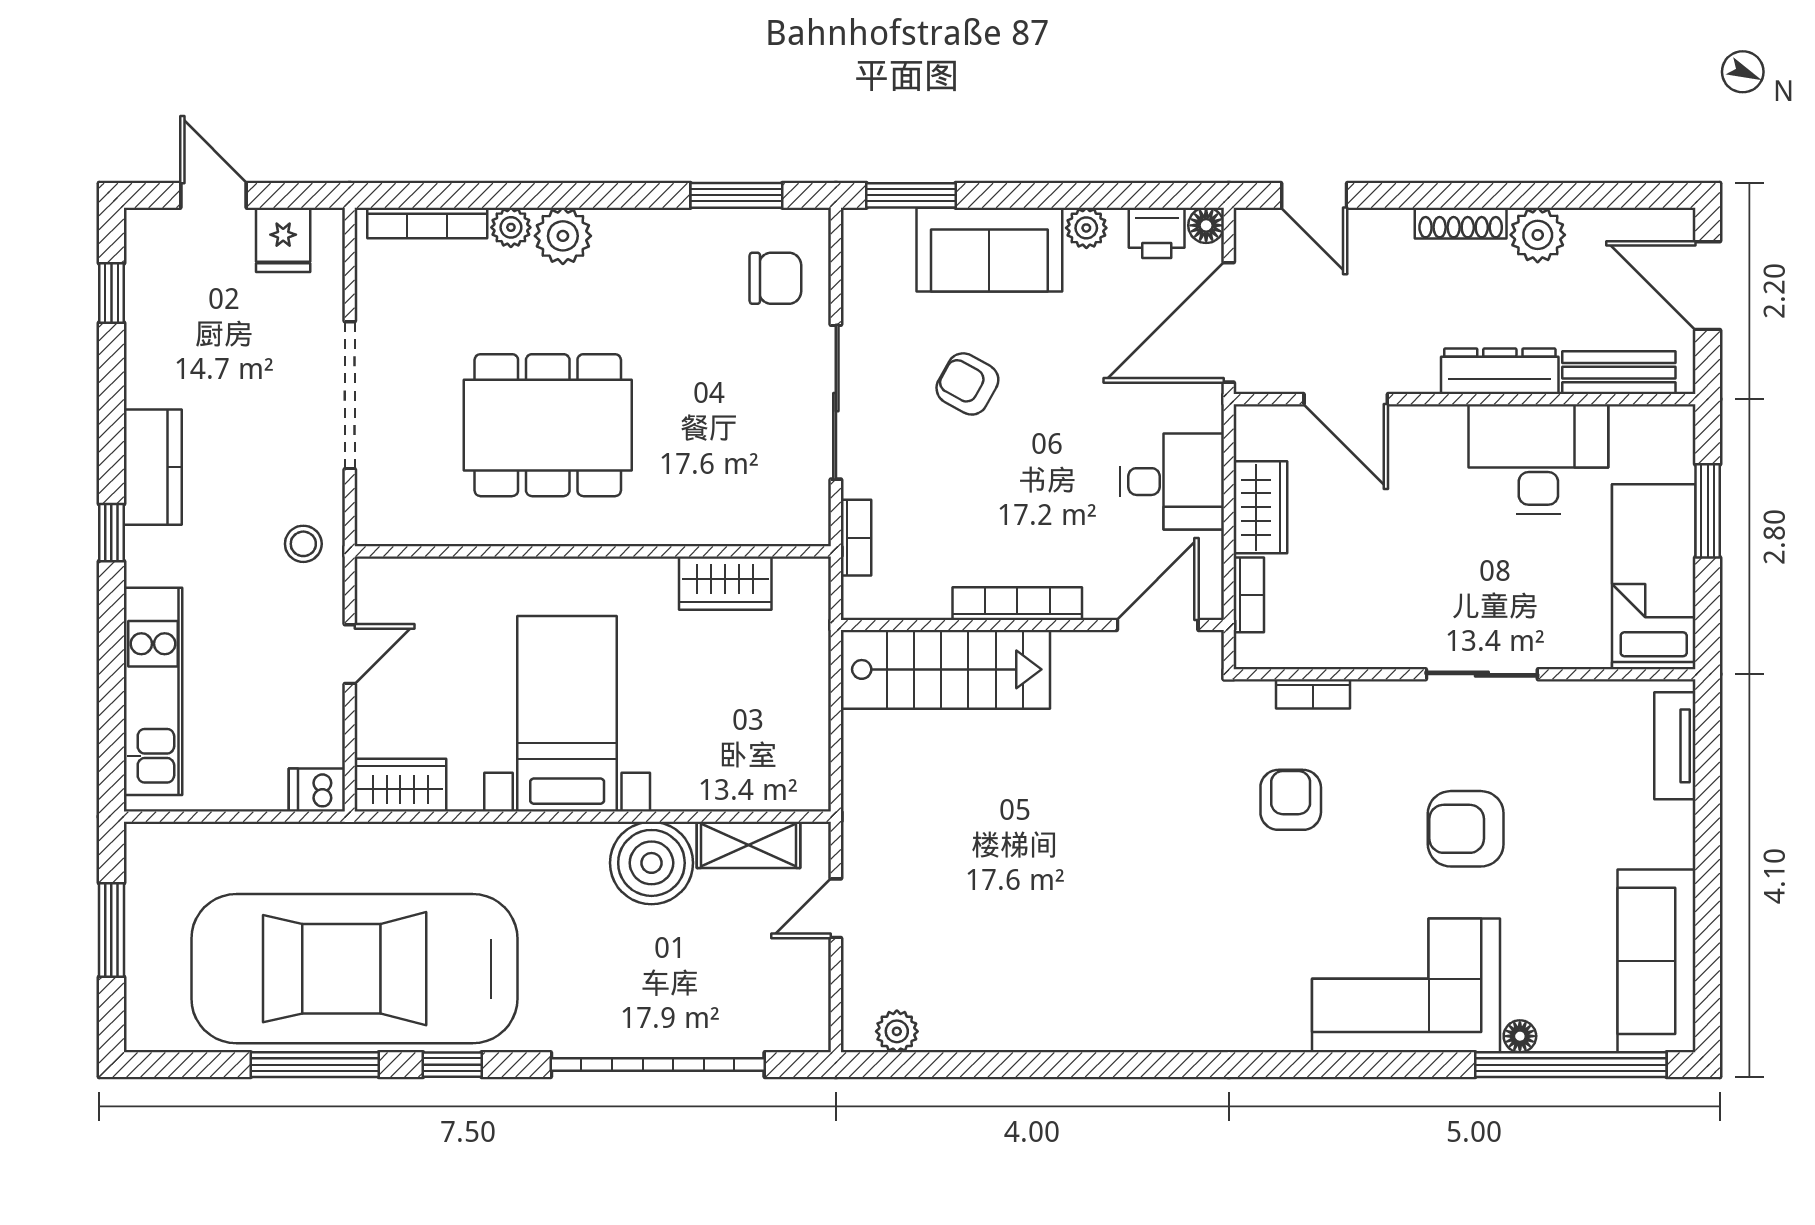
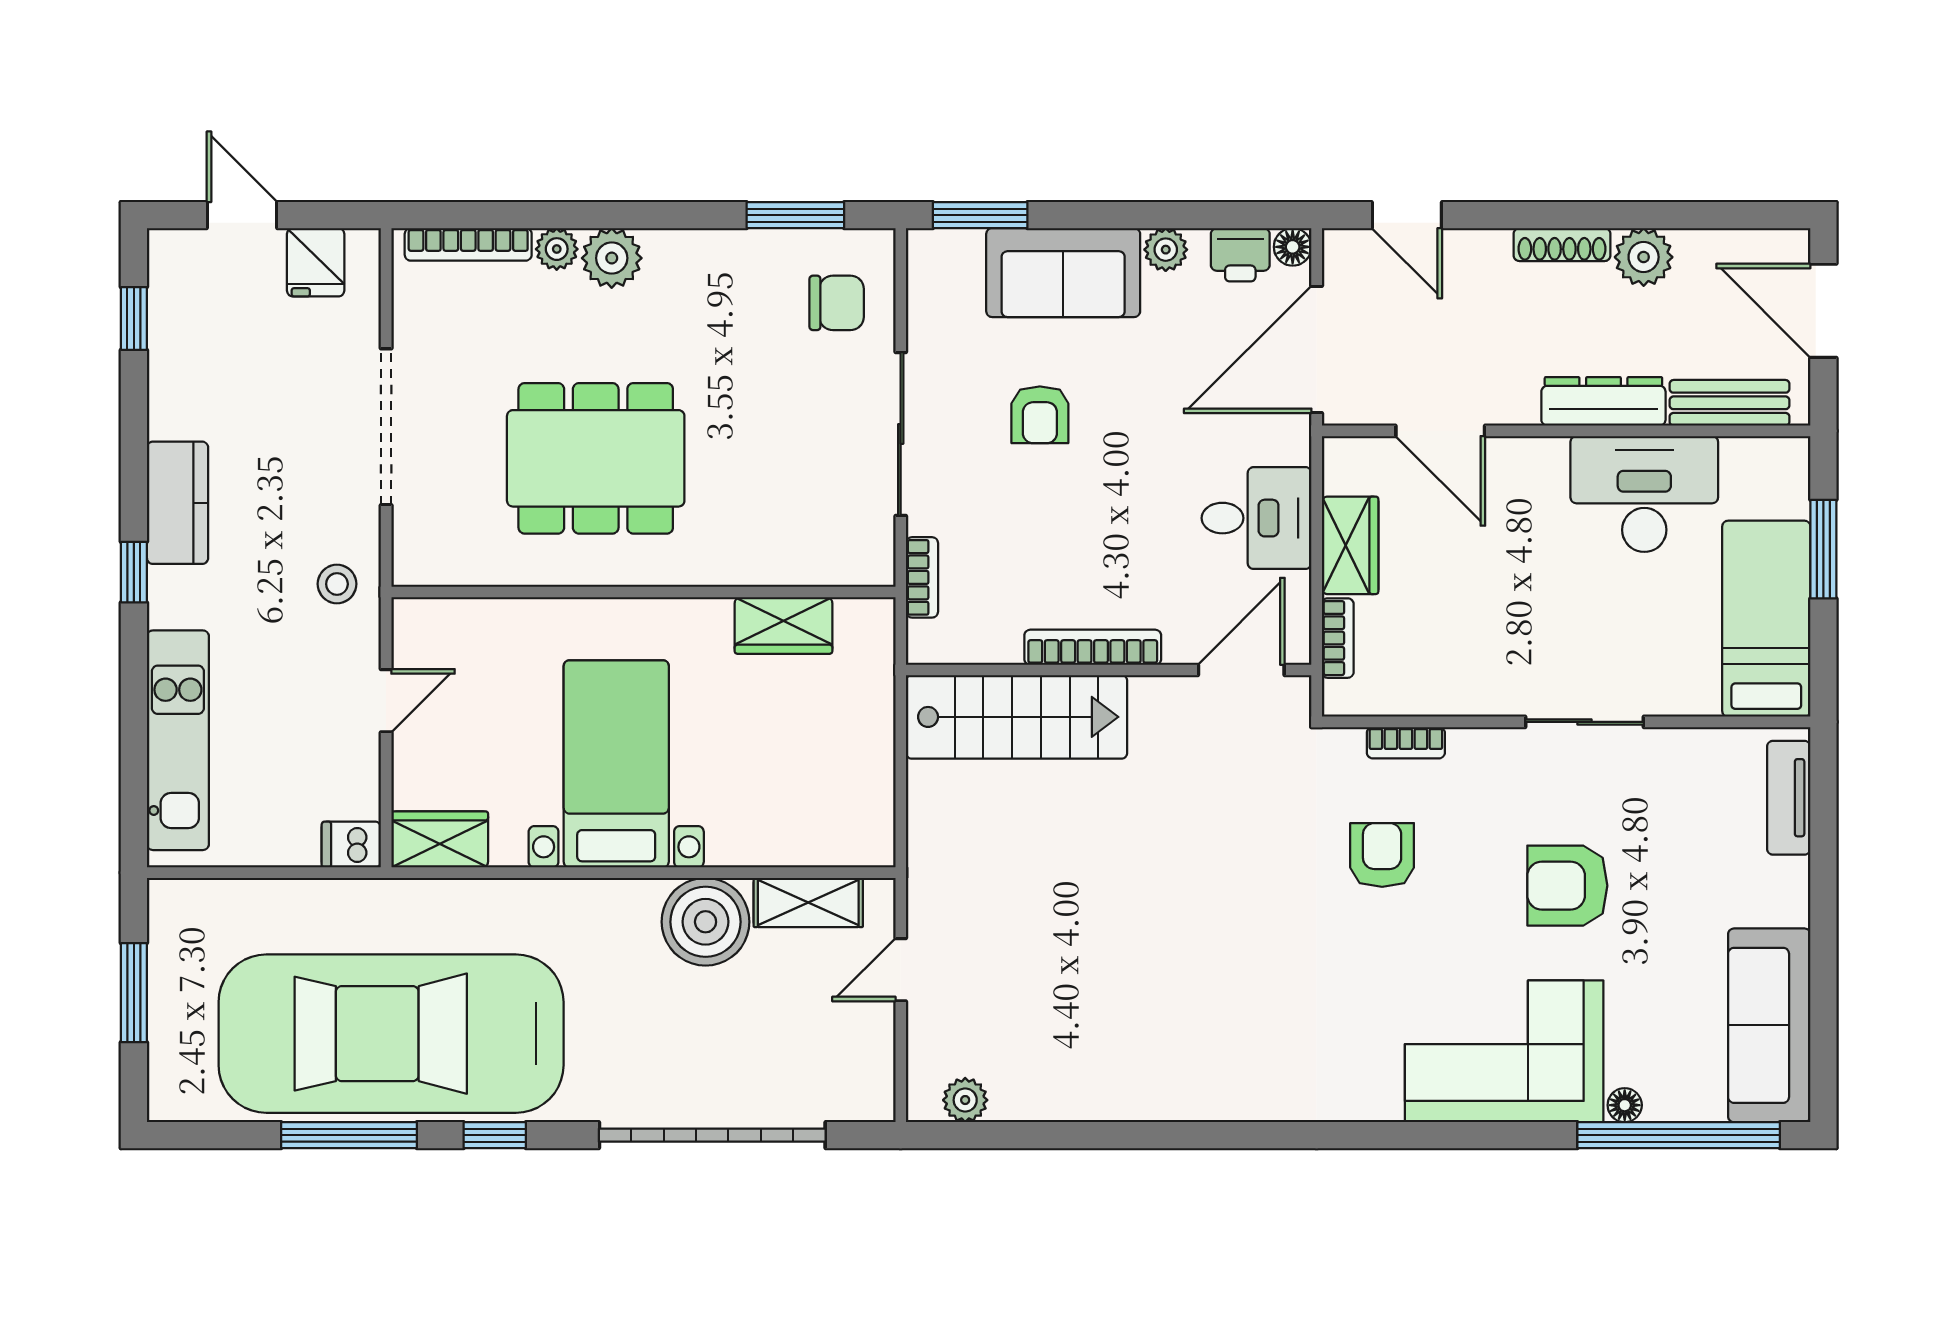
armchair: (967, 384) -> (1040, 415), turned -119

